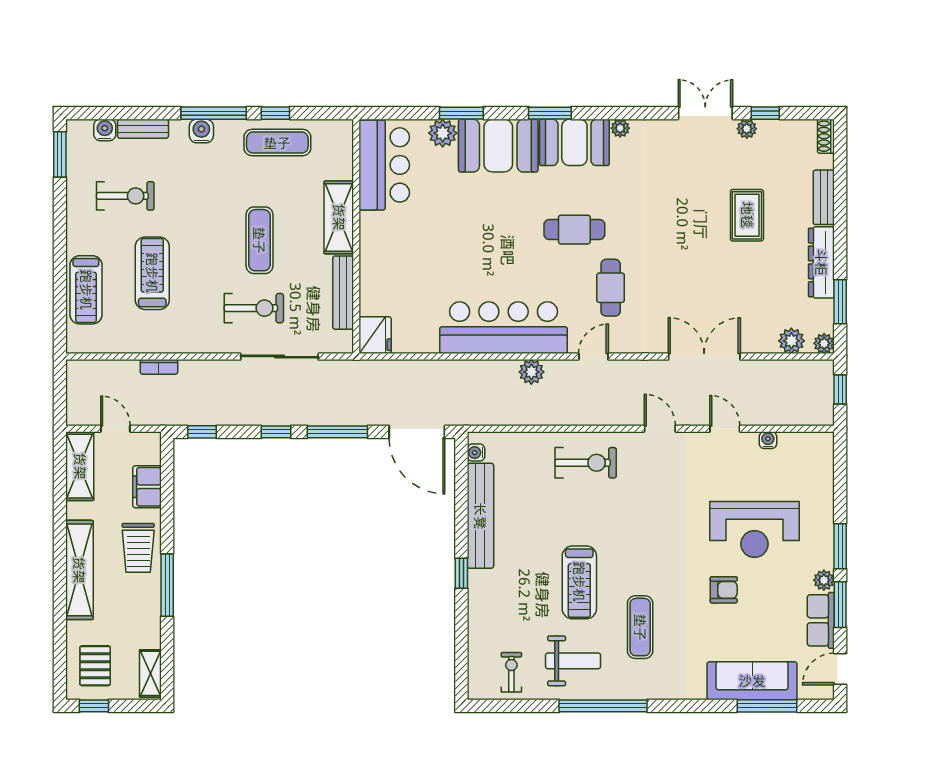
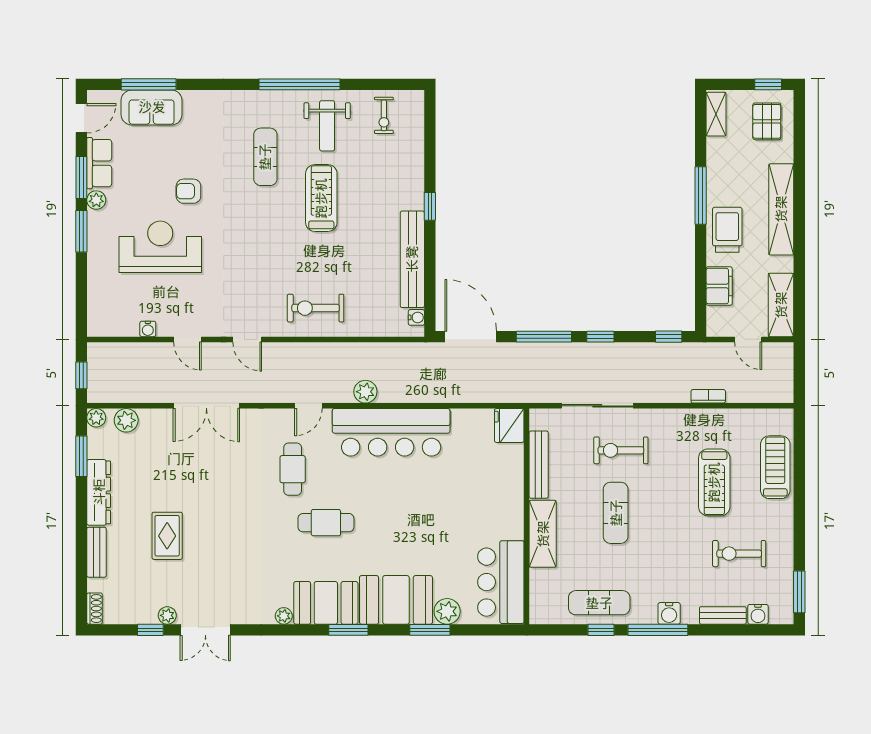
weight bench: (573, 661) -> (327, 126), turned -90
sofa: (752, 681) -> (152, 107), width x0.73

